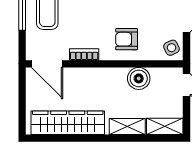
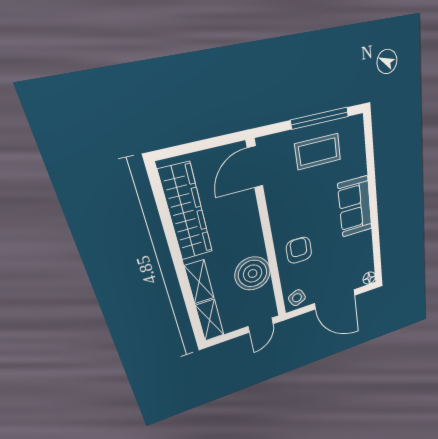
bookcase: (84, 54) -> (274, 209), removed
boiler: (139, 78) -> (253, 273), width x1.37, depth x1.37

